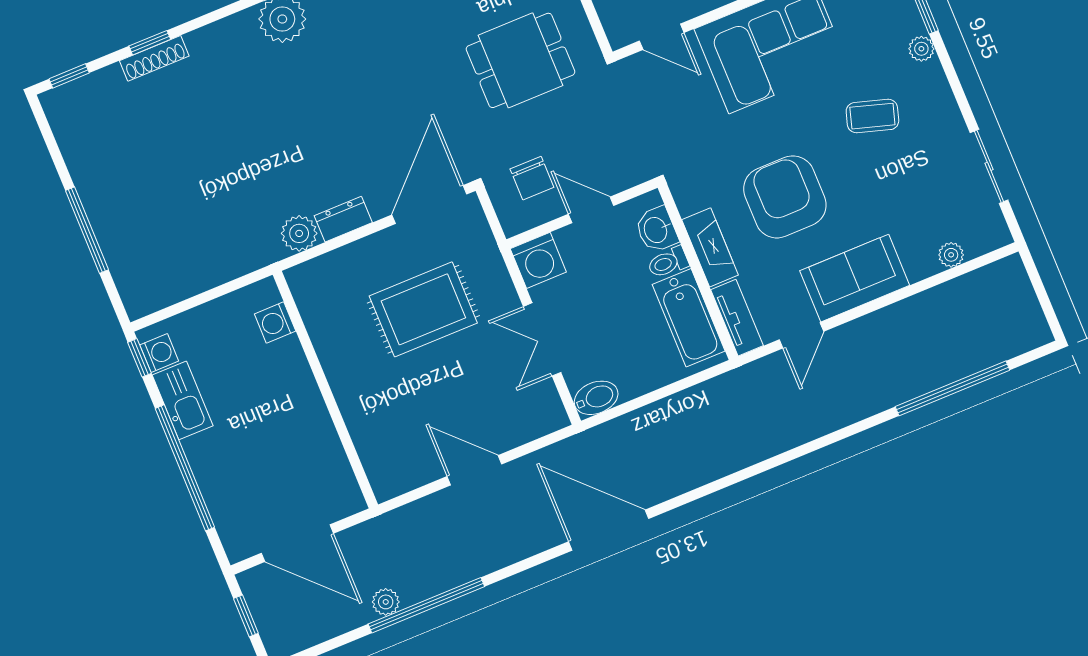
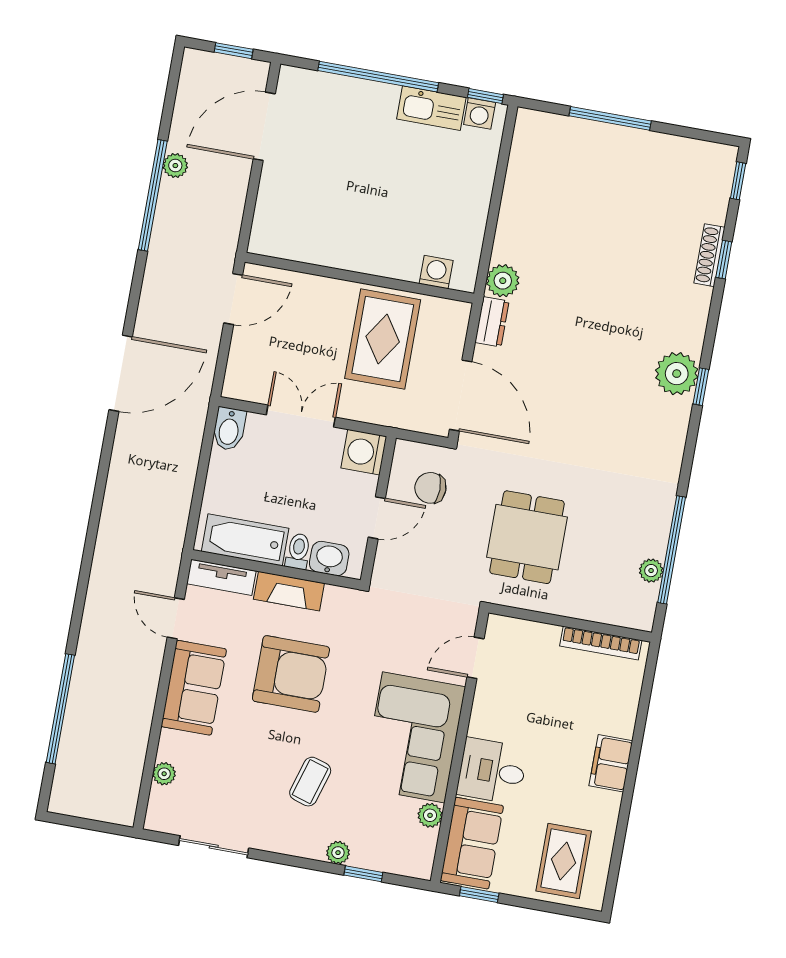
washing machine: (275, 322) -> (436, 272), moved
wall: (325, 390) -> (359, 278), moved

